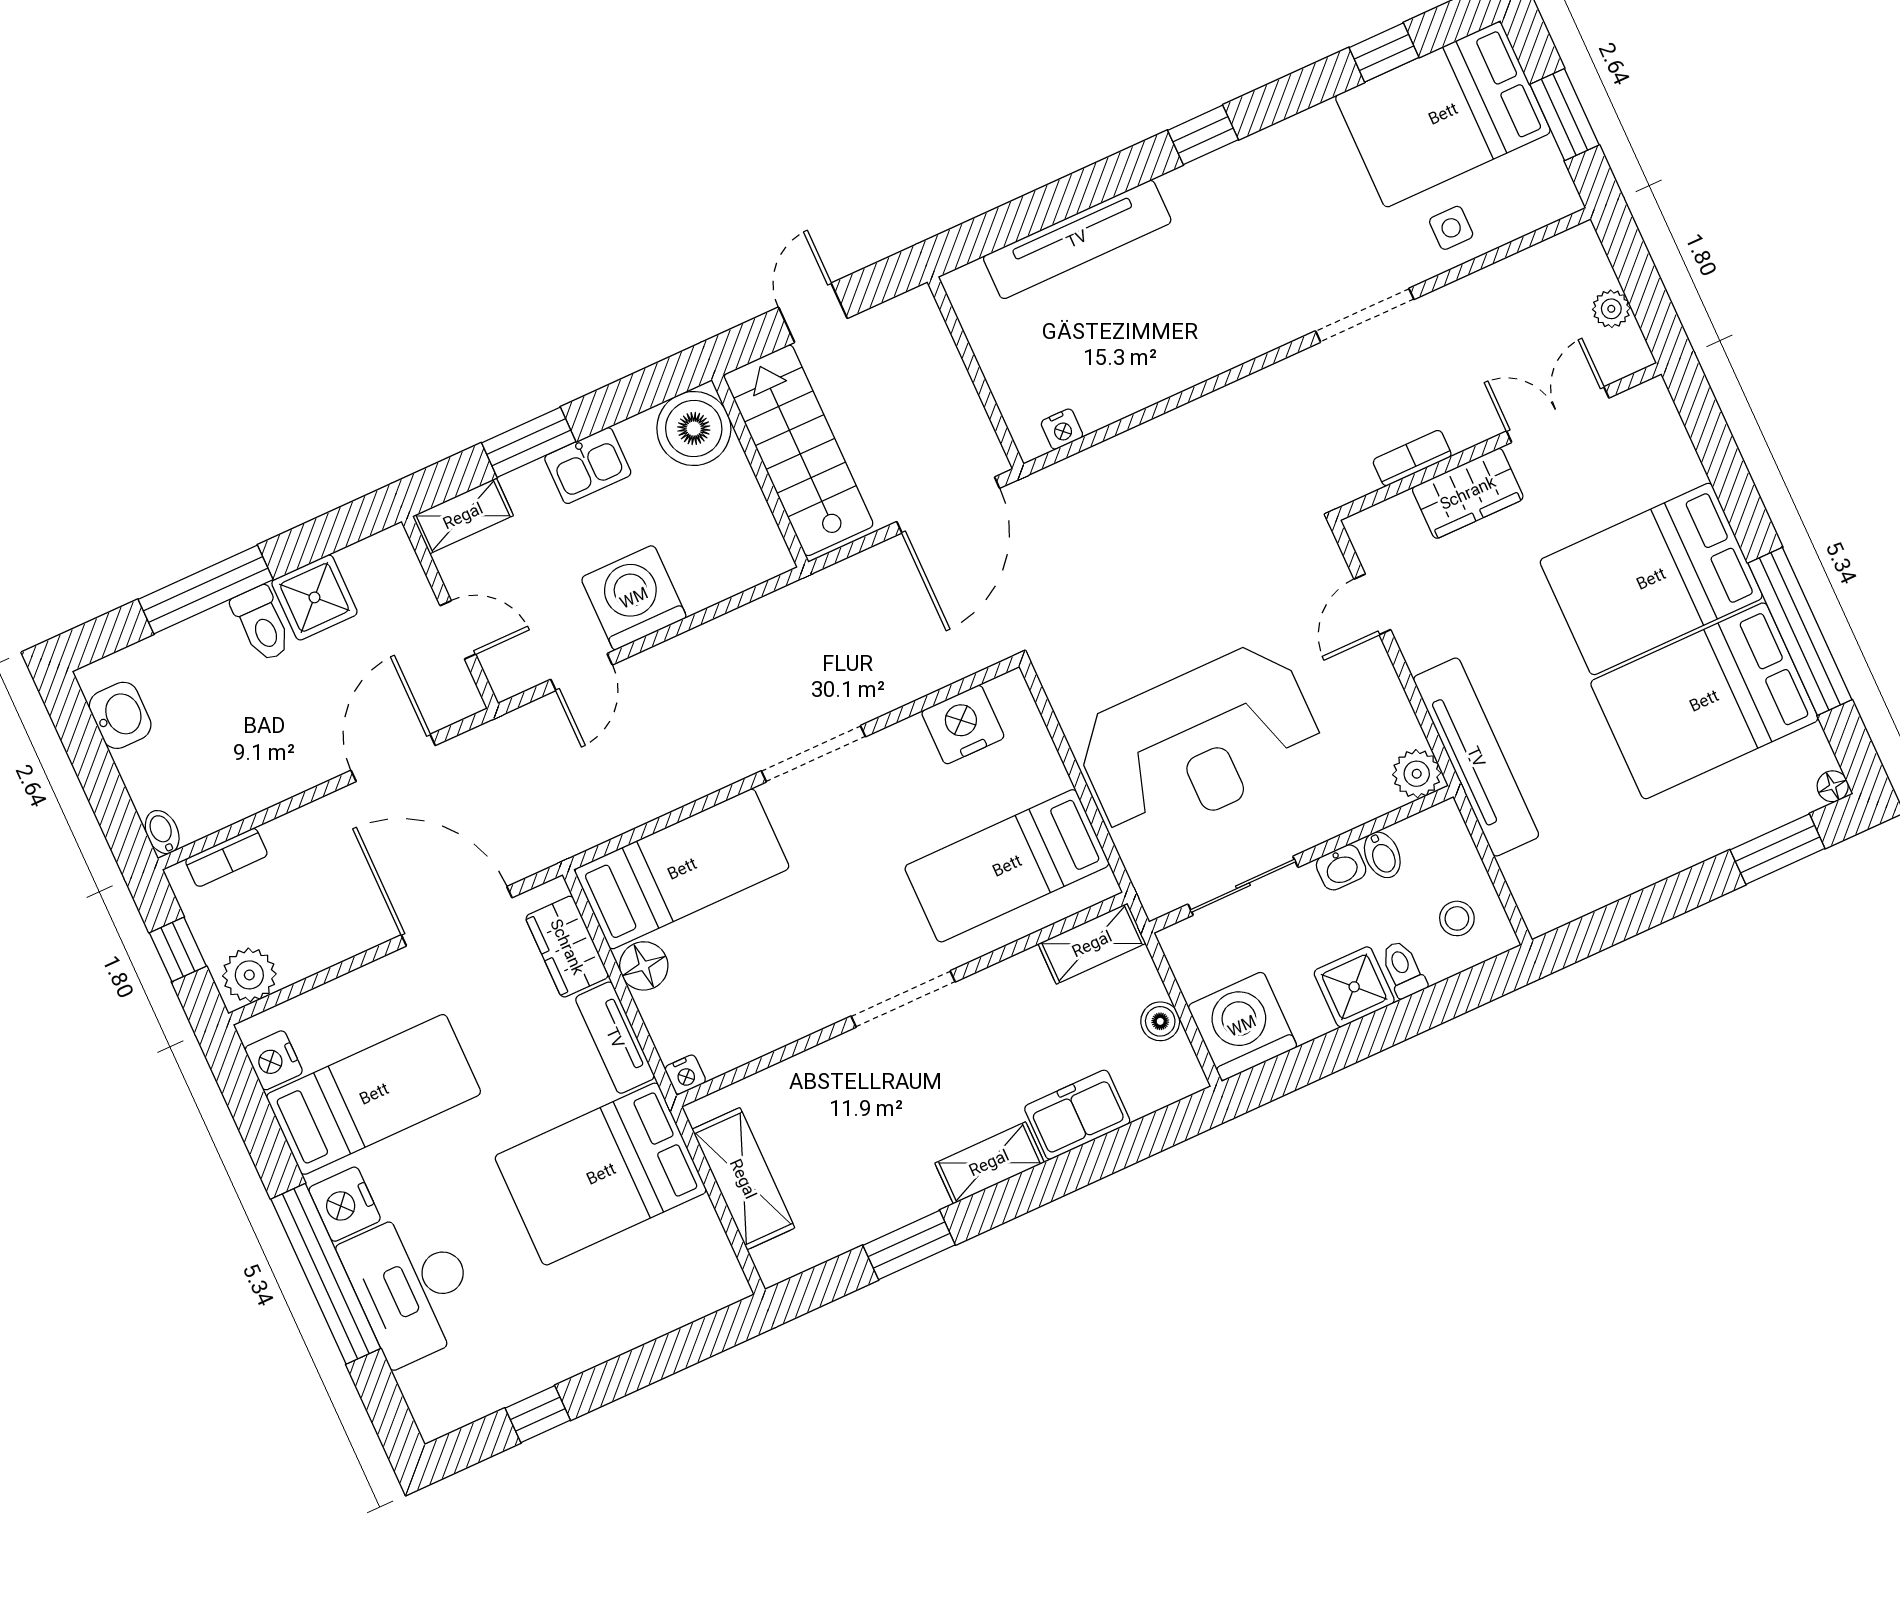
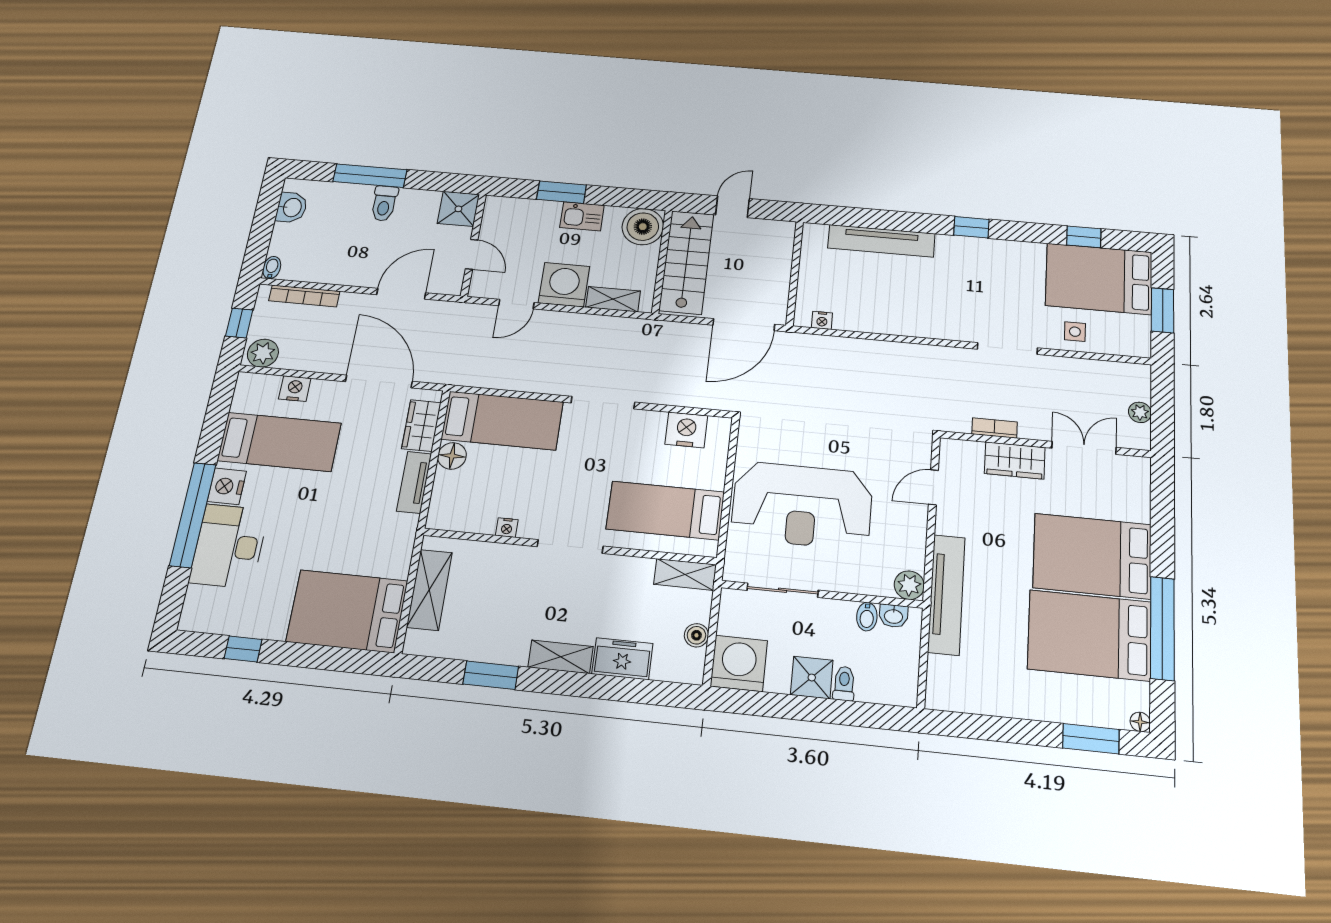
shelving: (463, 516) -> (613, 299), moved
shower: (314, 597) -> (458, 209), moved
bookcase: (226, 857) -> (304, 296), width x1.56
washbasin: (1341, 867) -> (893, 616), moved
stool: (1457, 918) -> (889, 673), removed
nightstand: (274, 1060) -> (295, 389), moved, turned 90
nightstand: (685, 1075) -> (507, 528), moved
bed: (601, 1174) -> (347, 611), moved

